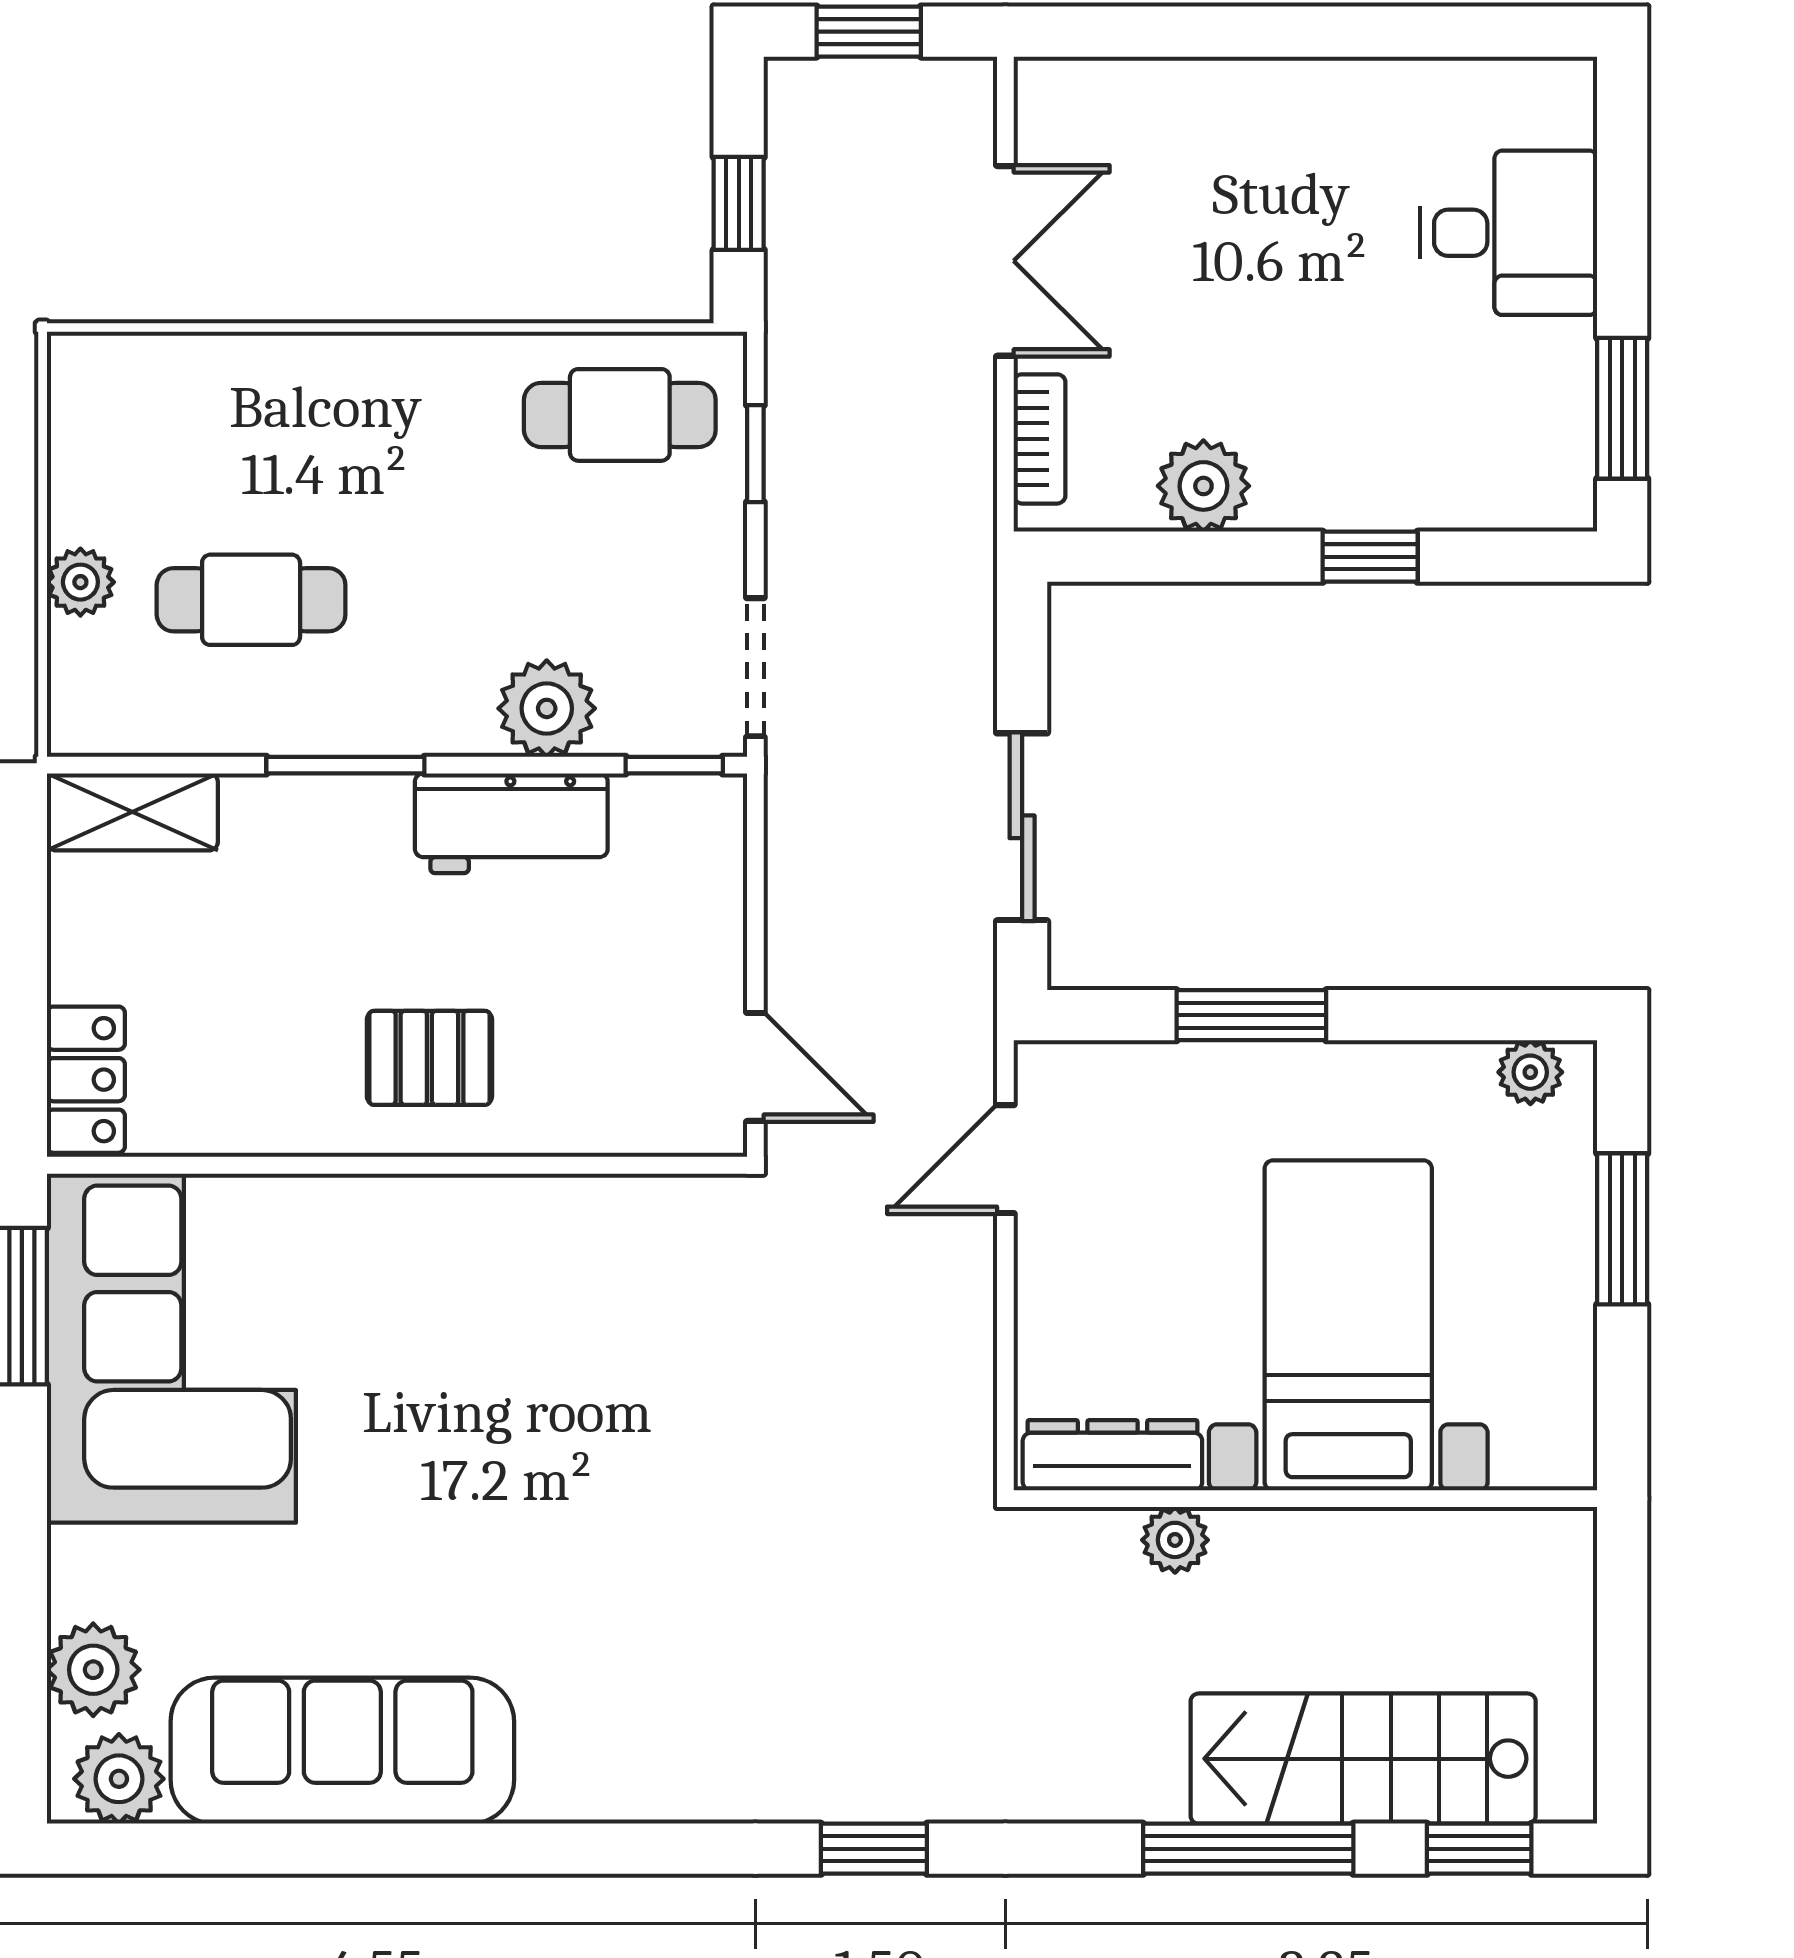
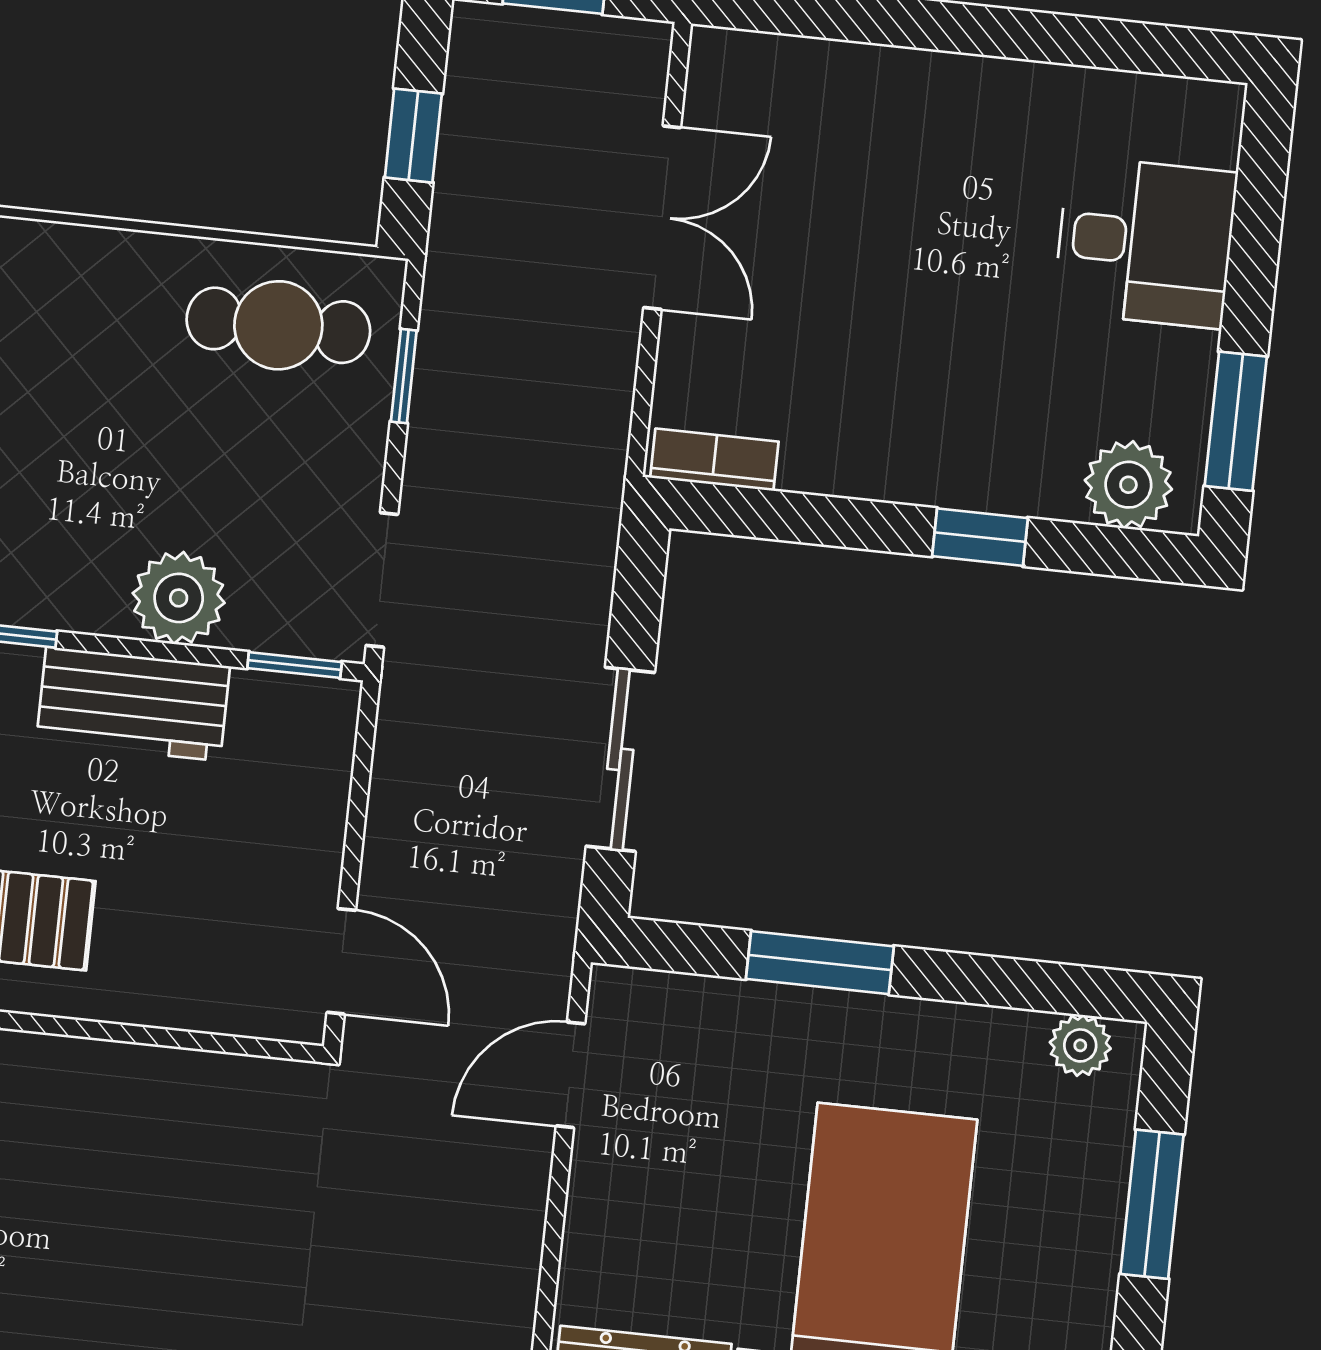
bookcase: (1040, 439) -> (714, 460), moved, turned -90
plant: (1203, 486) -> (1128, 485), moved

